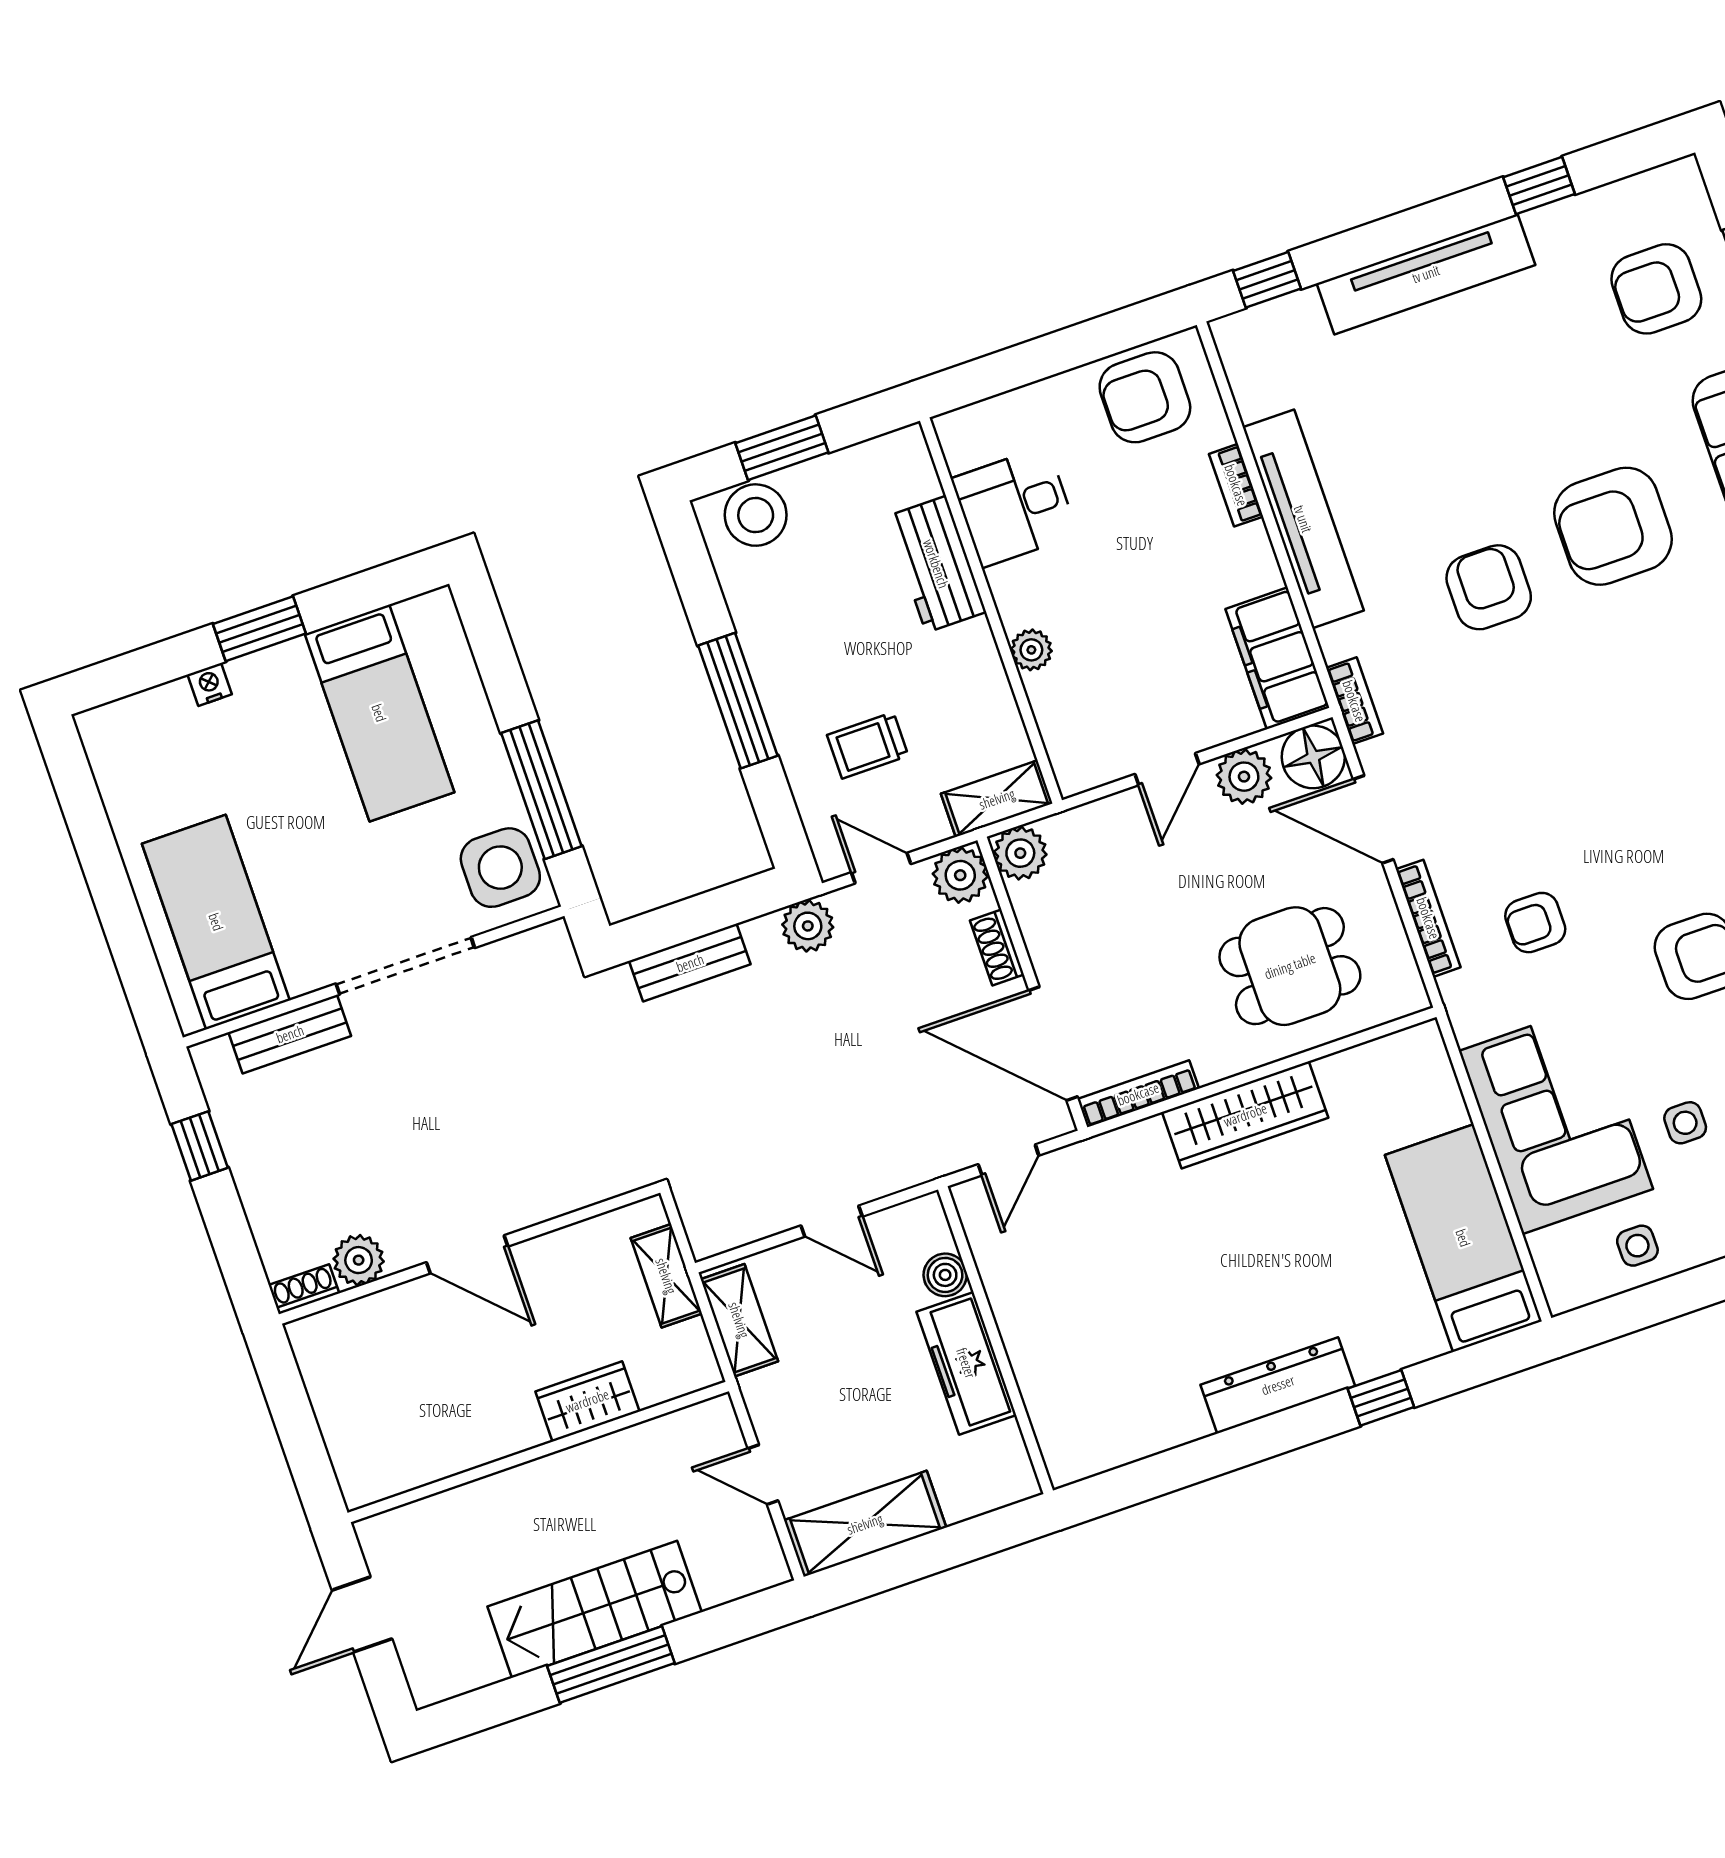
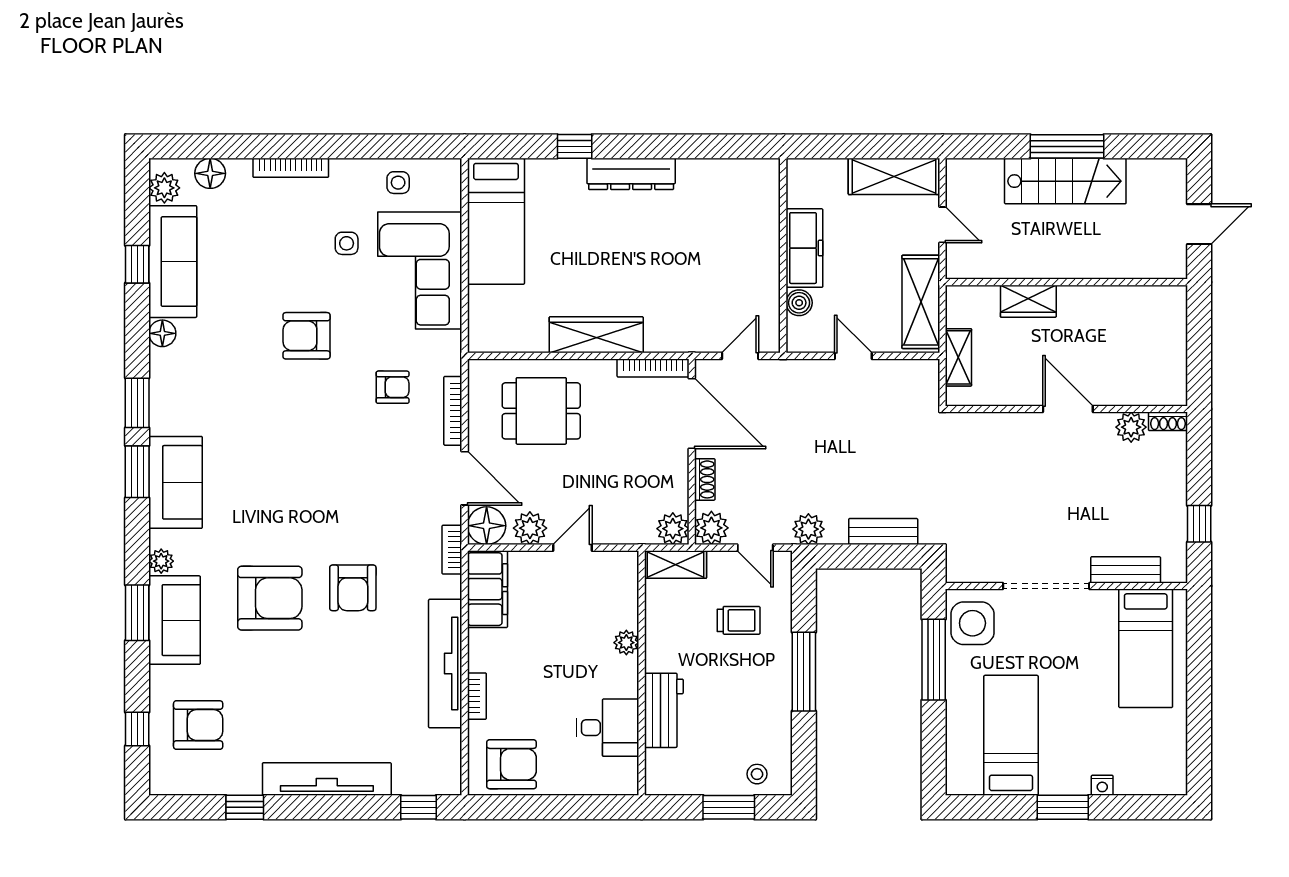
stool: (756, 515) -> (757, 774), width x0.53, depth x0.53
shelving: (739, 1320) -> (921, 302), width x1.50, depth x1.33

